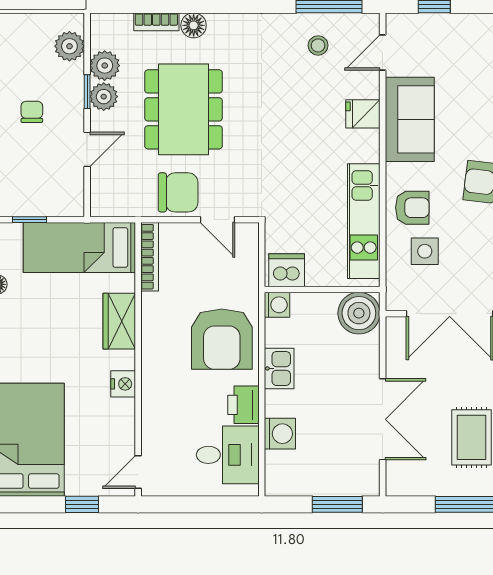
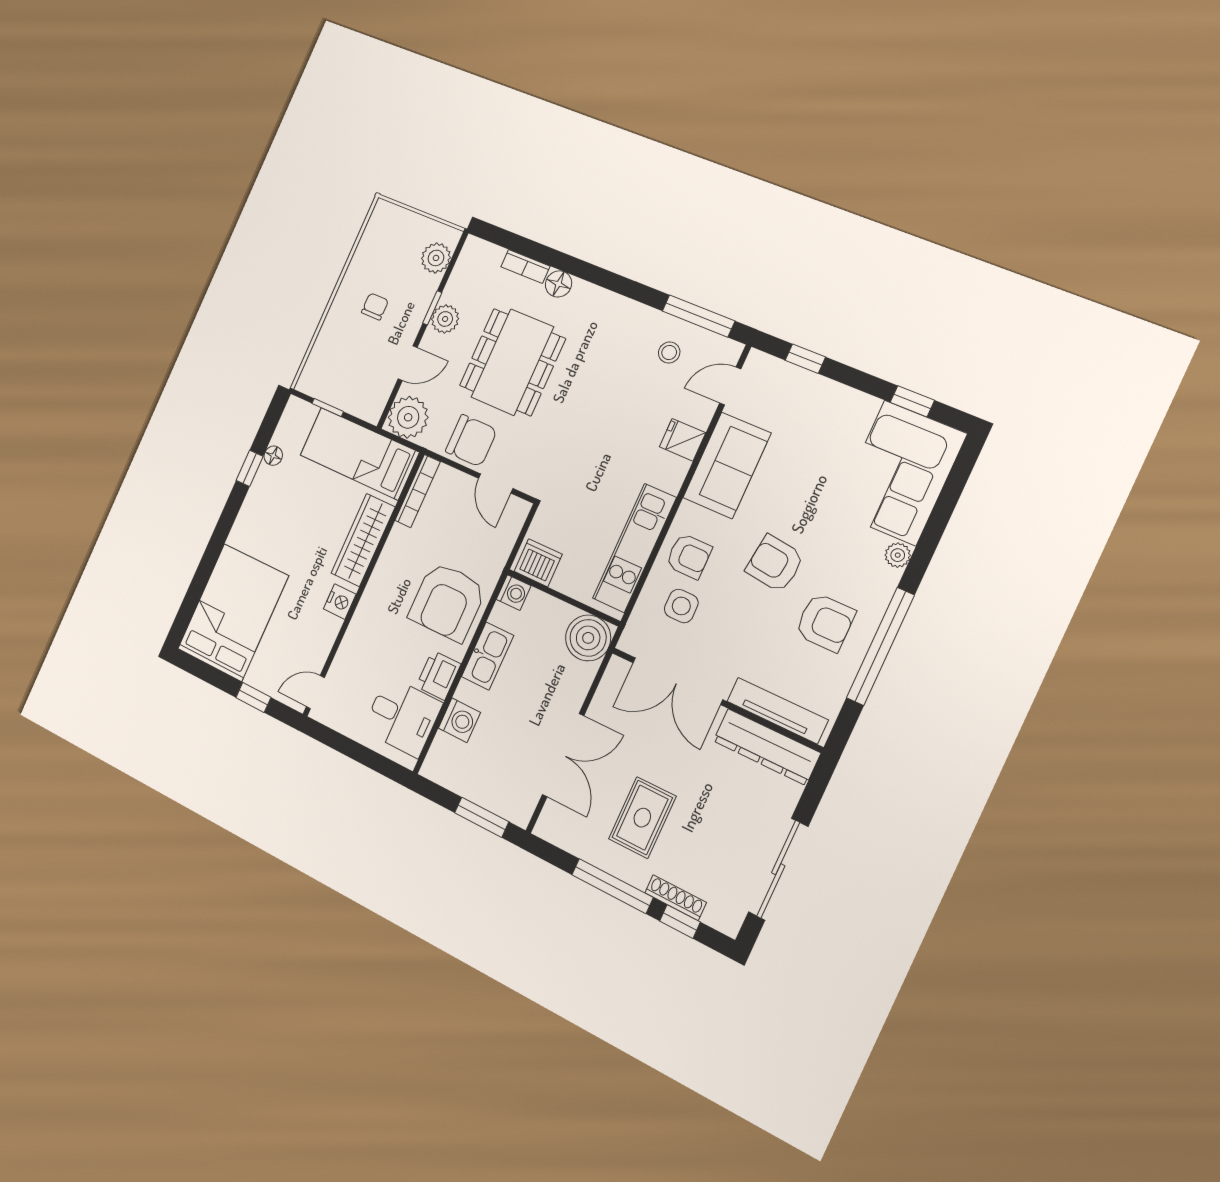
plant: (105, 66) -> (408, 417), moved, width x1.36, depth x1.36
wardrobe: (119, 321) -> (363, 540), width x1.50
kitchen sink: (279, 368) -> (487, 656), width x1.38

